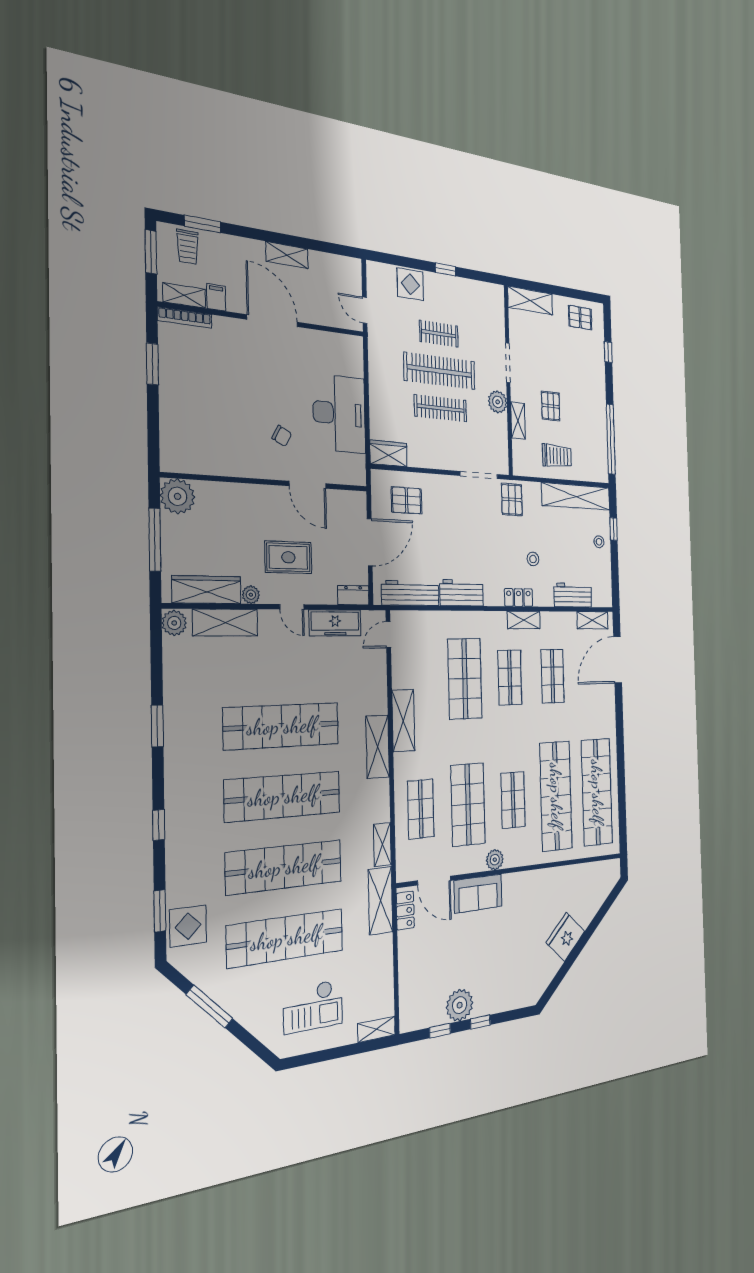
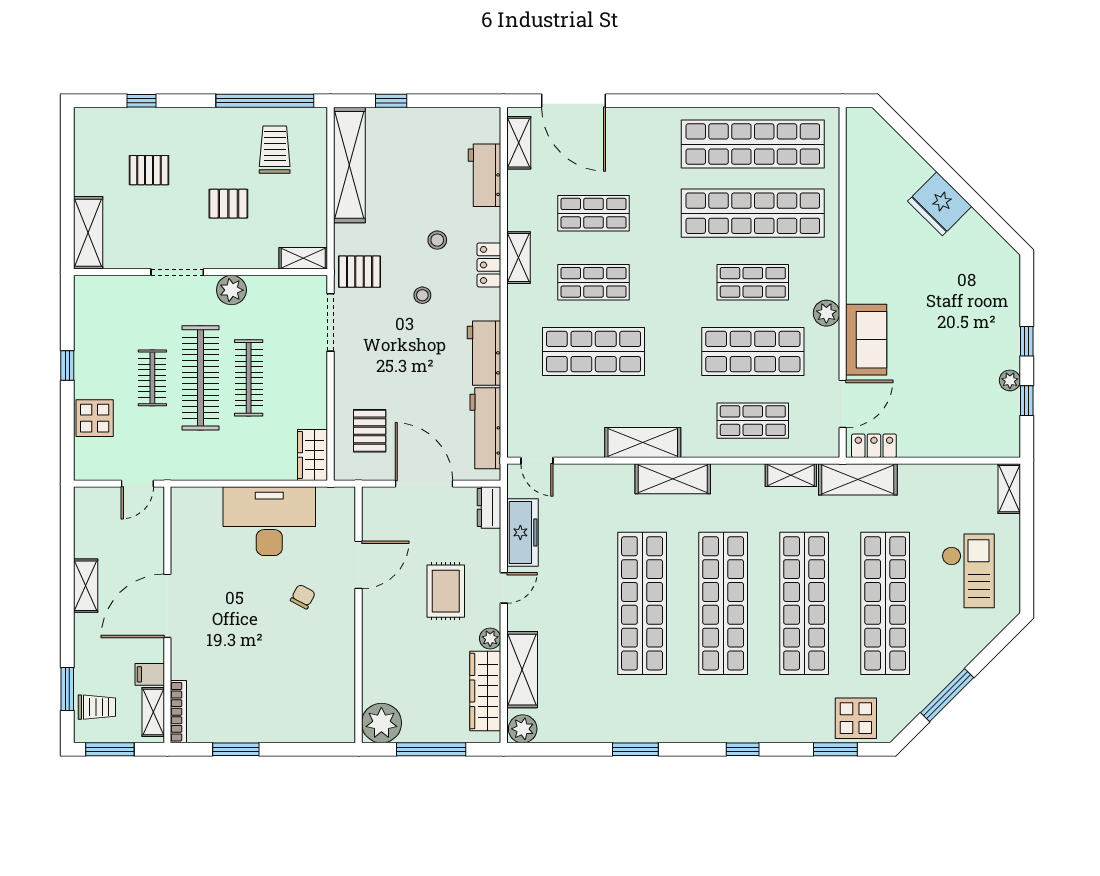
pallet: (580, 317) -> (149, 170), moved, turned 90
shelving: (518, 421) -> (303, 258), moved
trolley: (557, 456) -> (275, 150), moved
stool: (599, 542) -> (422, 295), moved
plant: (460, 1005) -> (1010, 380), width x0.53, depth x0.53

